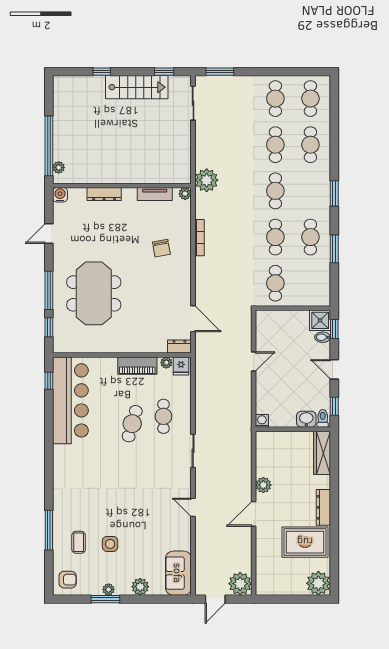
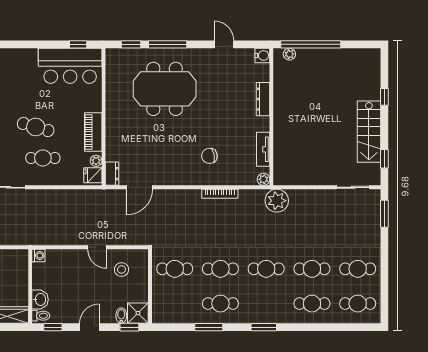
stool: (276, 337) -> (122, 270), added
bar counter: (70, 400) -> (70, 66), width x0.73

